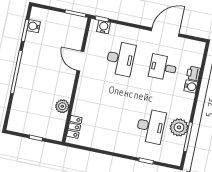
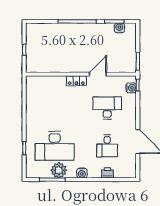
desk: (120, 59) -> (107, 108), turned 180
desk: (163, 67) -> (107, 146), turned 180
water cooler: (191, 86) -> (82, 173), moved
plant: (62, 106) -> (56, 67), removed
desk: (151, 126) -> (55, 146), width x1.36, depth x1.30
locker: (74, 127) -> (76, 81), moved

